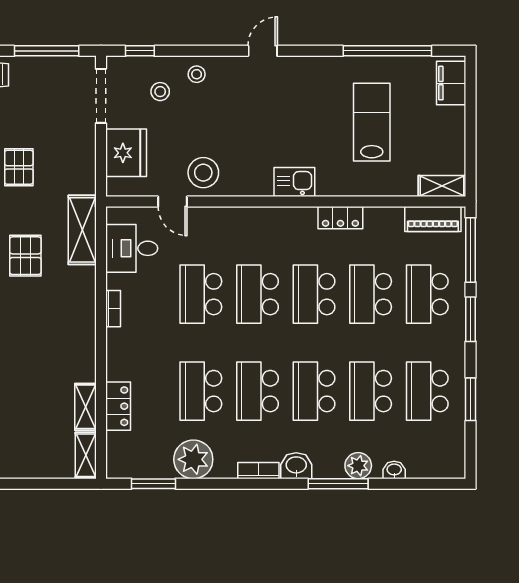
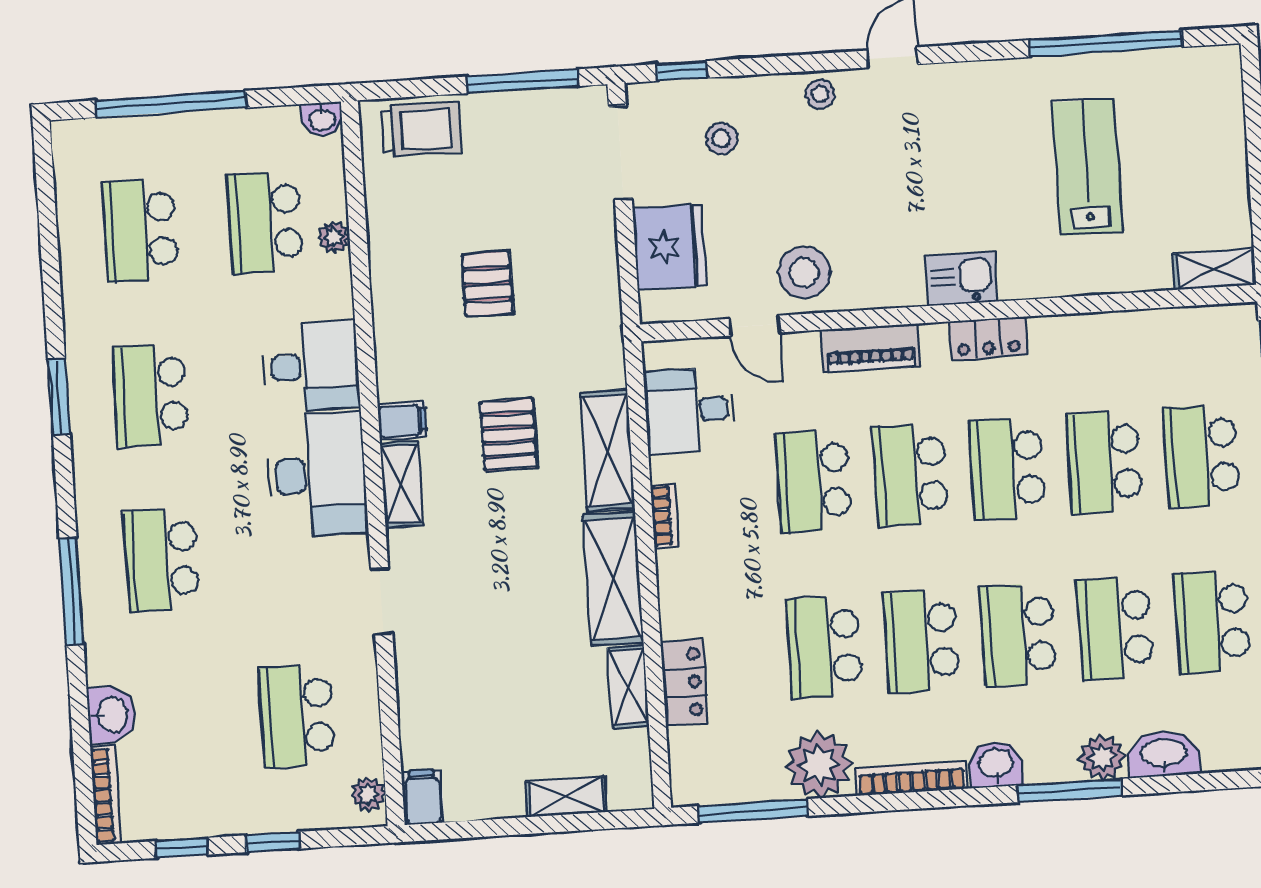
stool: (197, 74) -> (820, 94), moved
filing cabinet: (451, 83) -> (1219, 92), removed
locker: (340, 218) -> (988, 338), moved
piano: (433, 219) -> (870, 348), moved
shelving: (82, 230) -> (607, 450), moved
shelving: (81, 343) -> (613, 579), added
shelving: (86, 455) -> (566, 797), moved, turned 90
washbasin: (394, 470) -> (1164, 754), width x1.91, depth x1.45
bookcase: (258, 471) -> (912, 778), width x1.56
window: (153, 484) -> (753, 811), width x1.44

